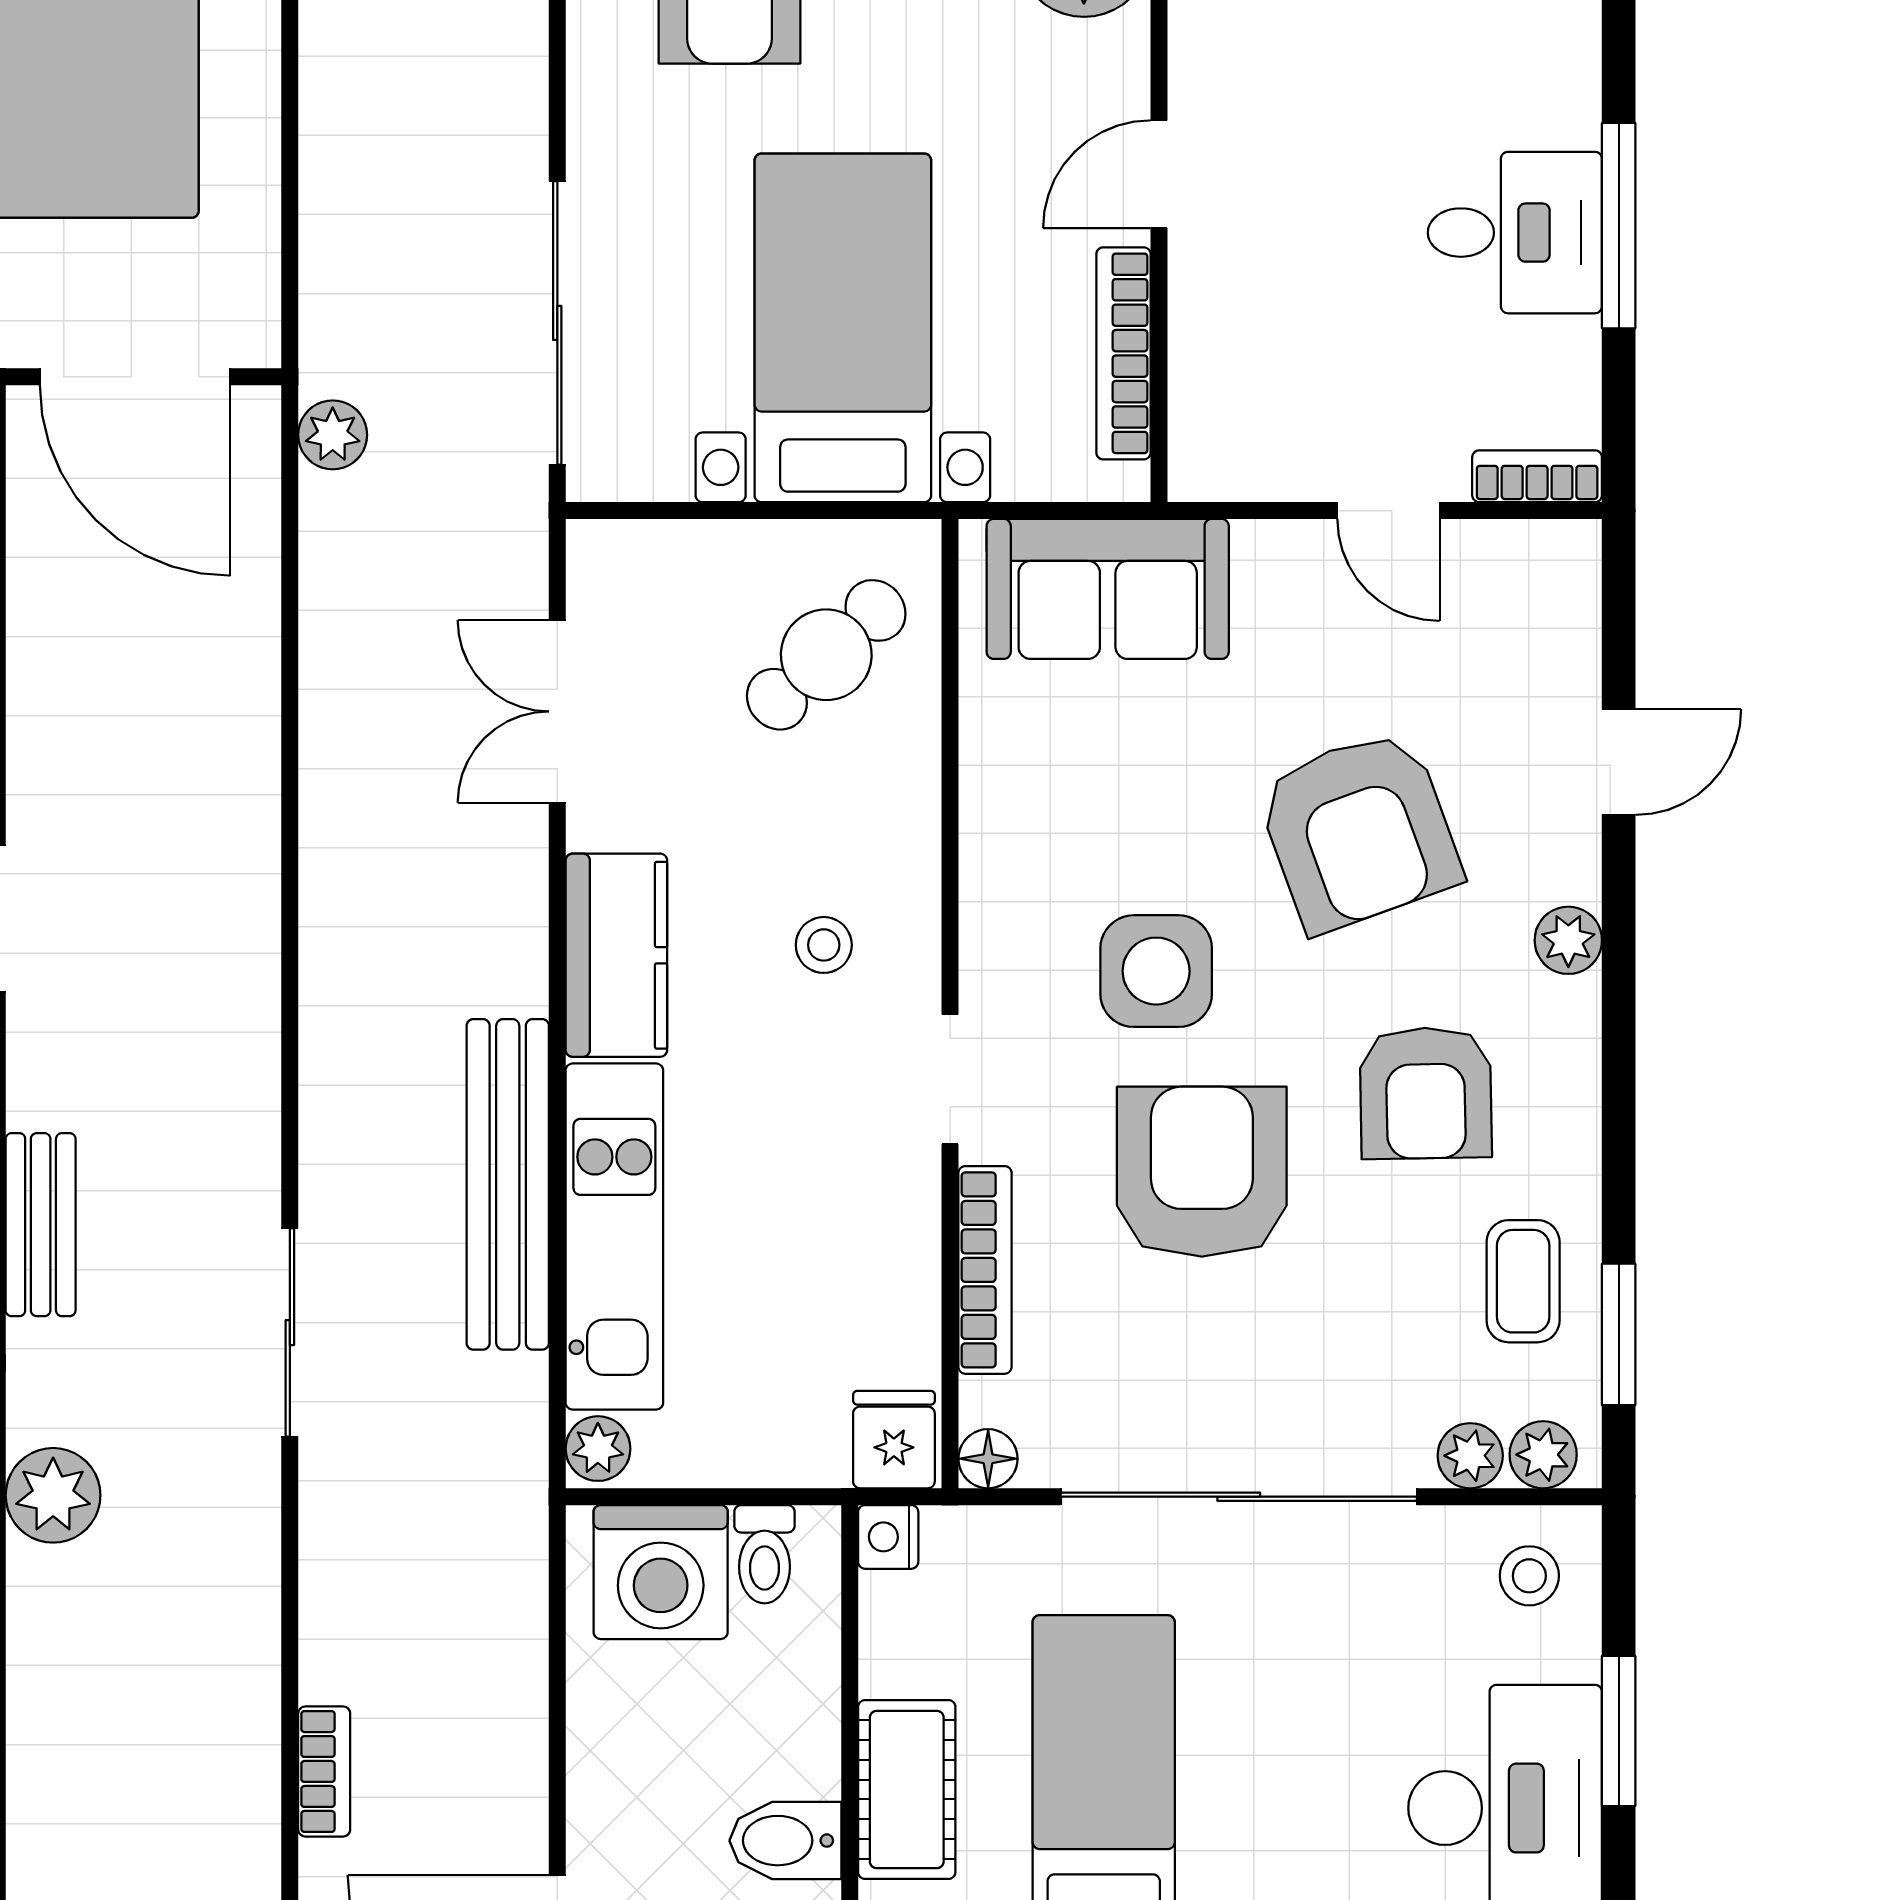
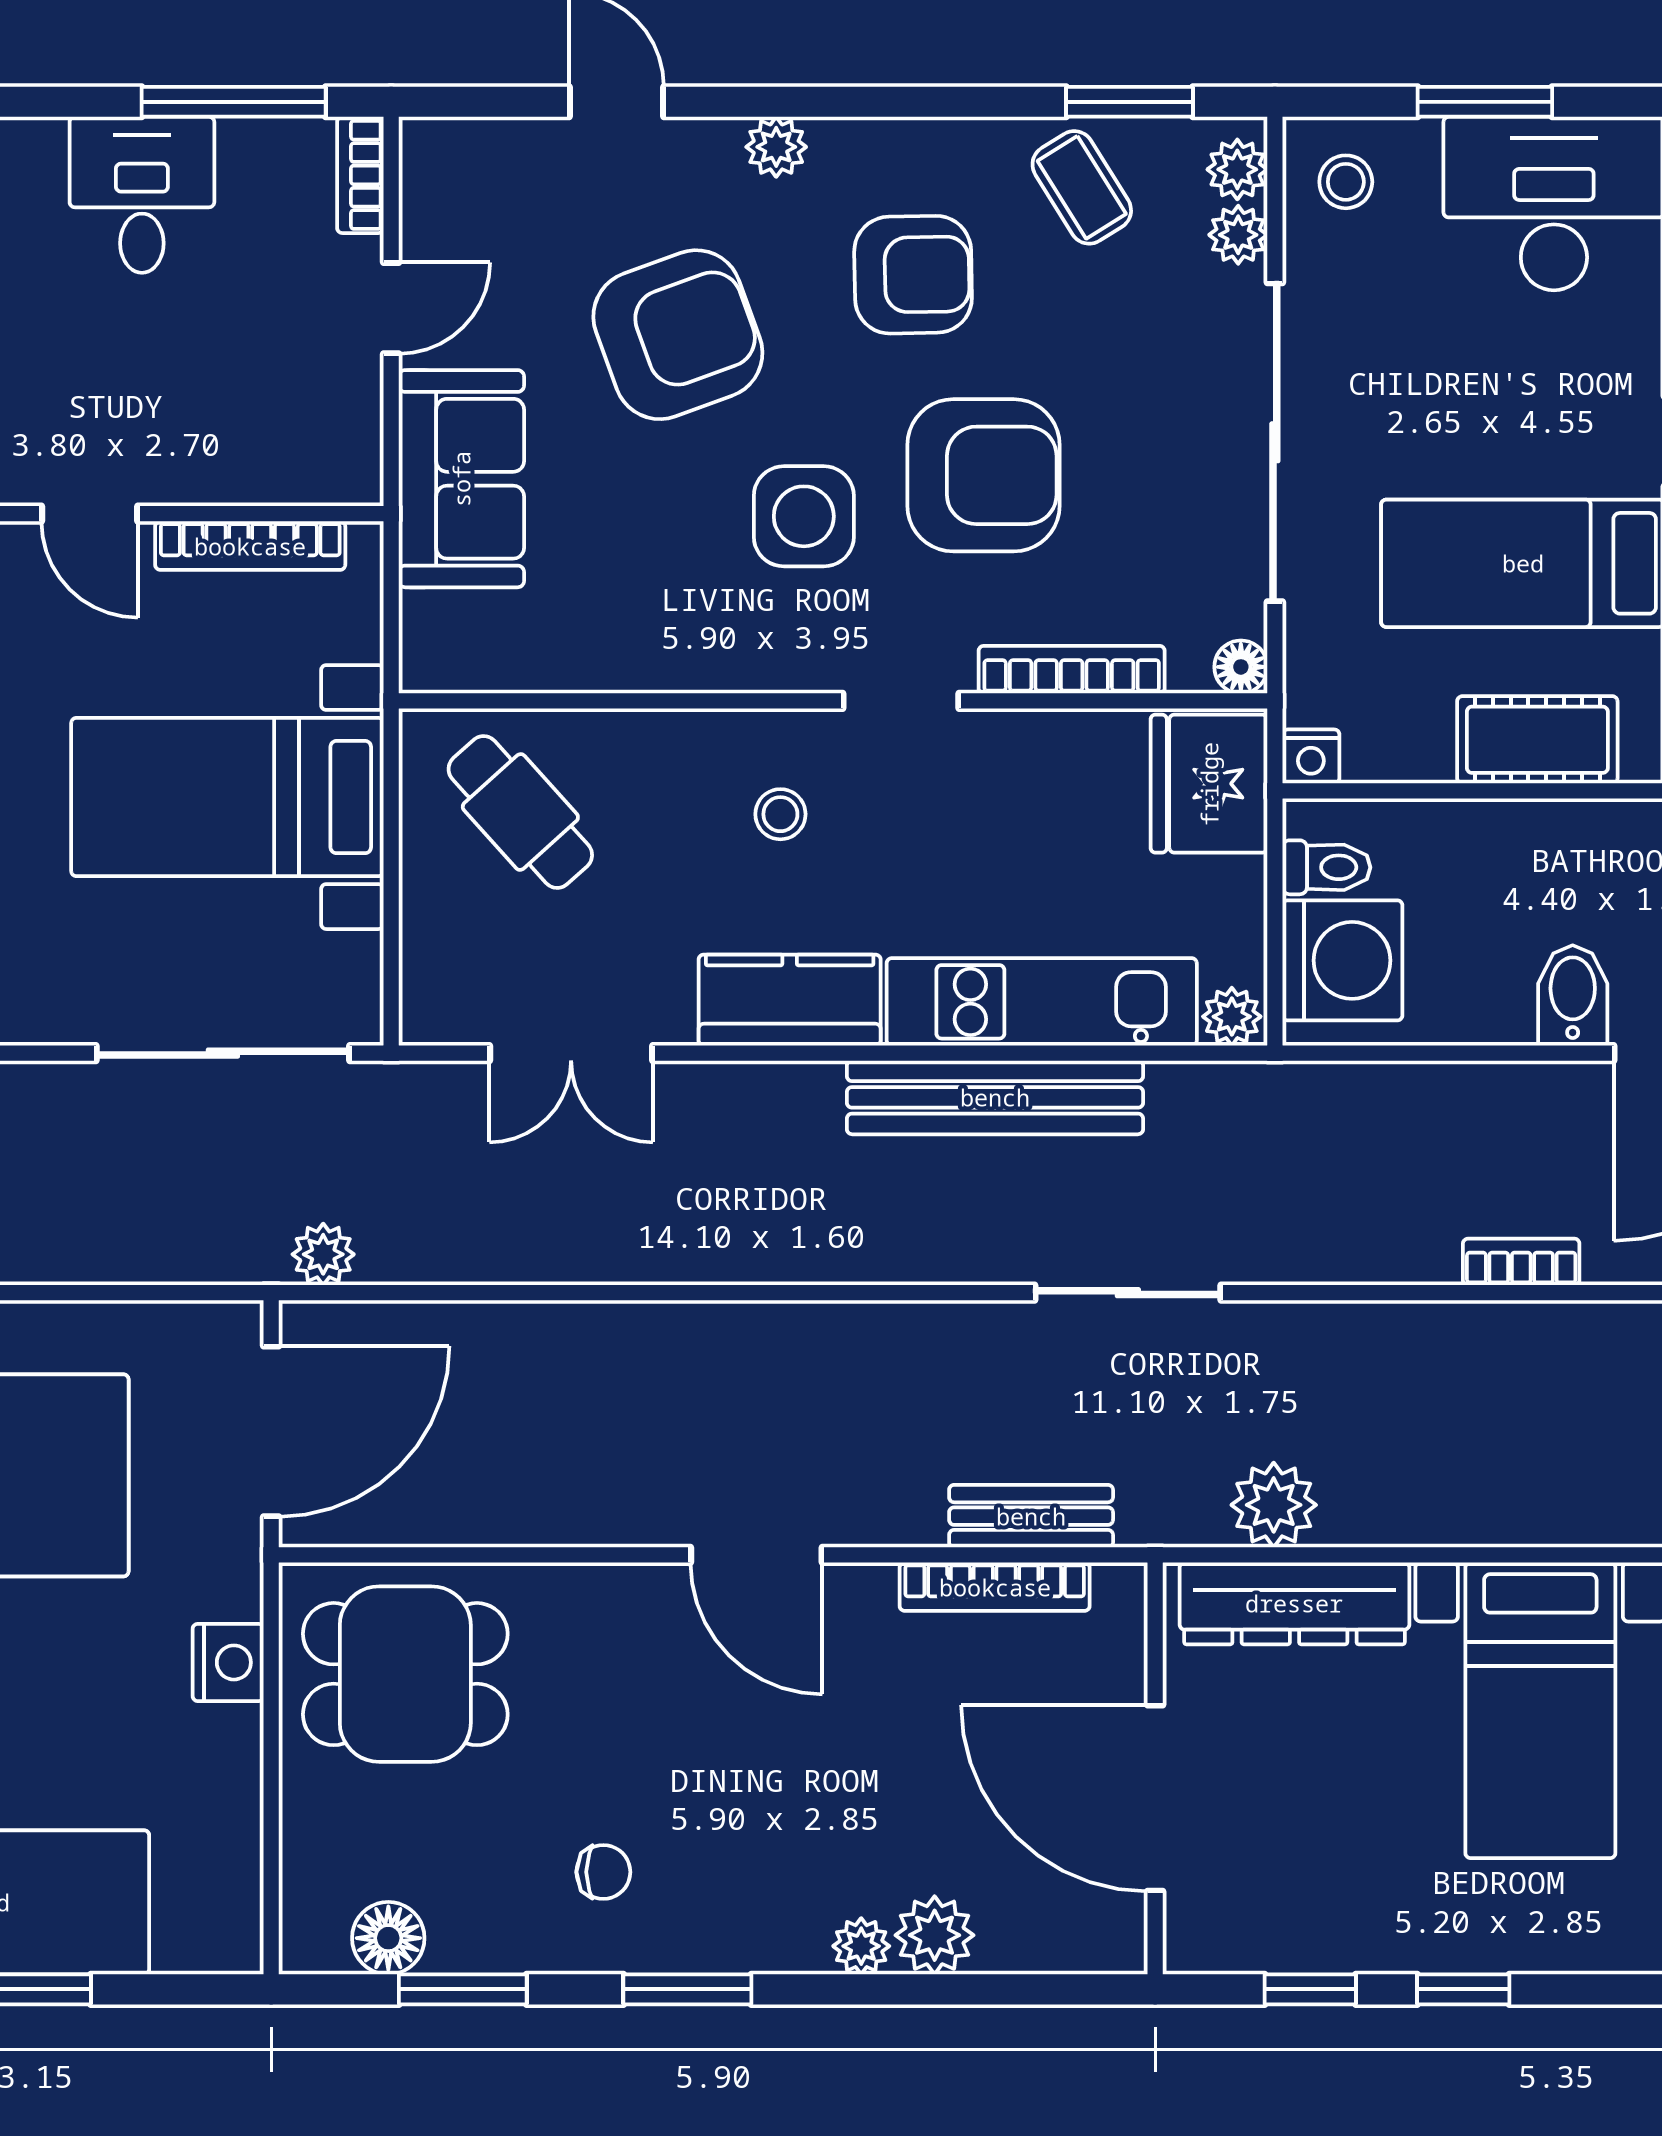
window: (1619, 226) -> (234, 102), moved
sofa: (1108, 589) -> (461, 479), moved
armchair: (1202, 1172) -> (984, 475), turned 180
coffee table: (1523, 1281) -> (1082, 187), turned 58
fridge: (894, 1440) -> (1209, 784), width x1.88, depth x1.34
bidet: (785, 1841) -> (1573, 995), moved, turned 180

